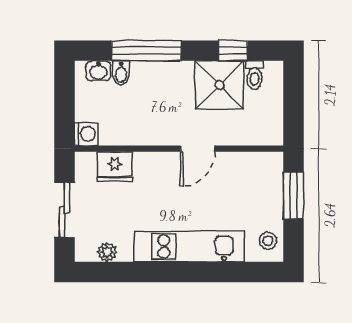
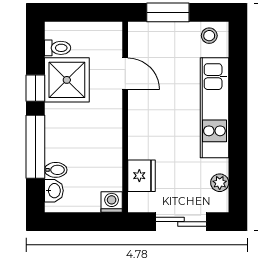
window: (233, 51) -> (35, 88), moved
door: (198, 149) -> (125, 74), moved

